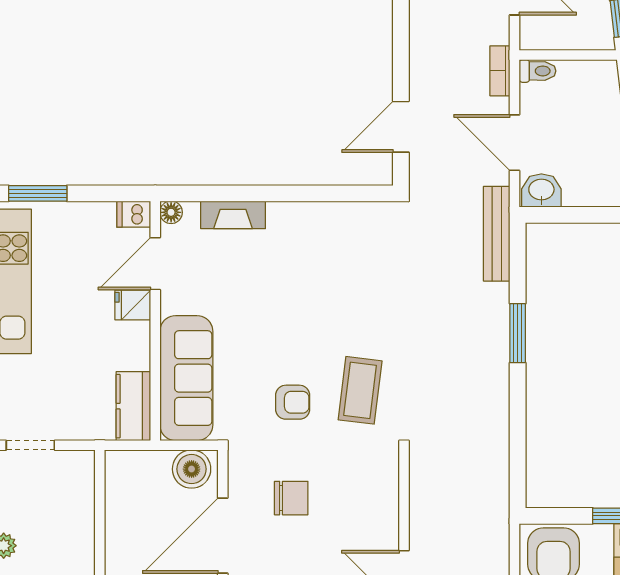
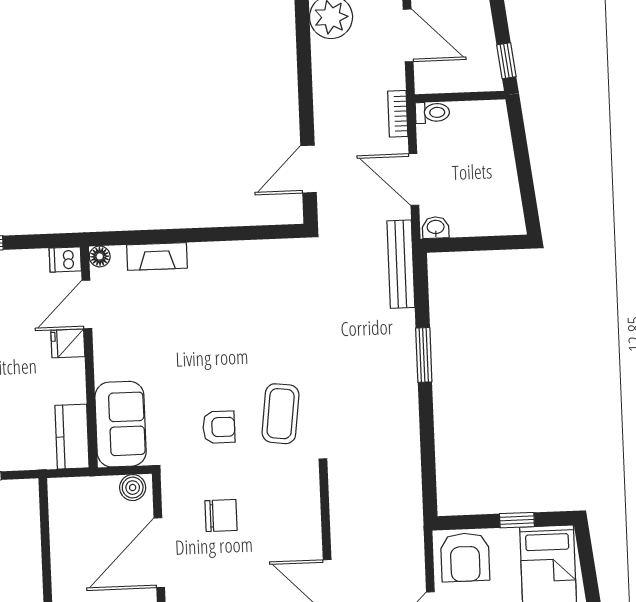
washbasin: (541, 190) -> (436, 228), width x0.72, depth x0.69
sofa: (186, 378) -> (121, 424), width x0.73
boiler: (192, 469) -> (133, 488), width x0.73, depth x0.73

